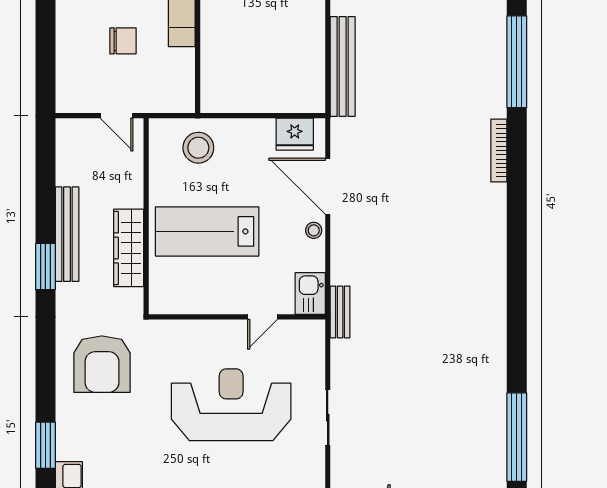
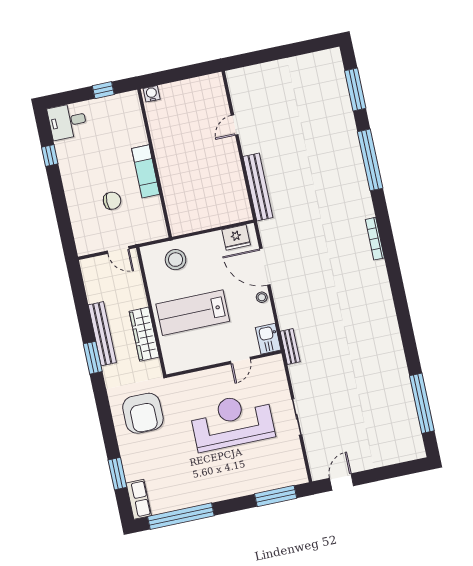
bookcase: (499, 151) -> (375, 239), moved

